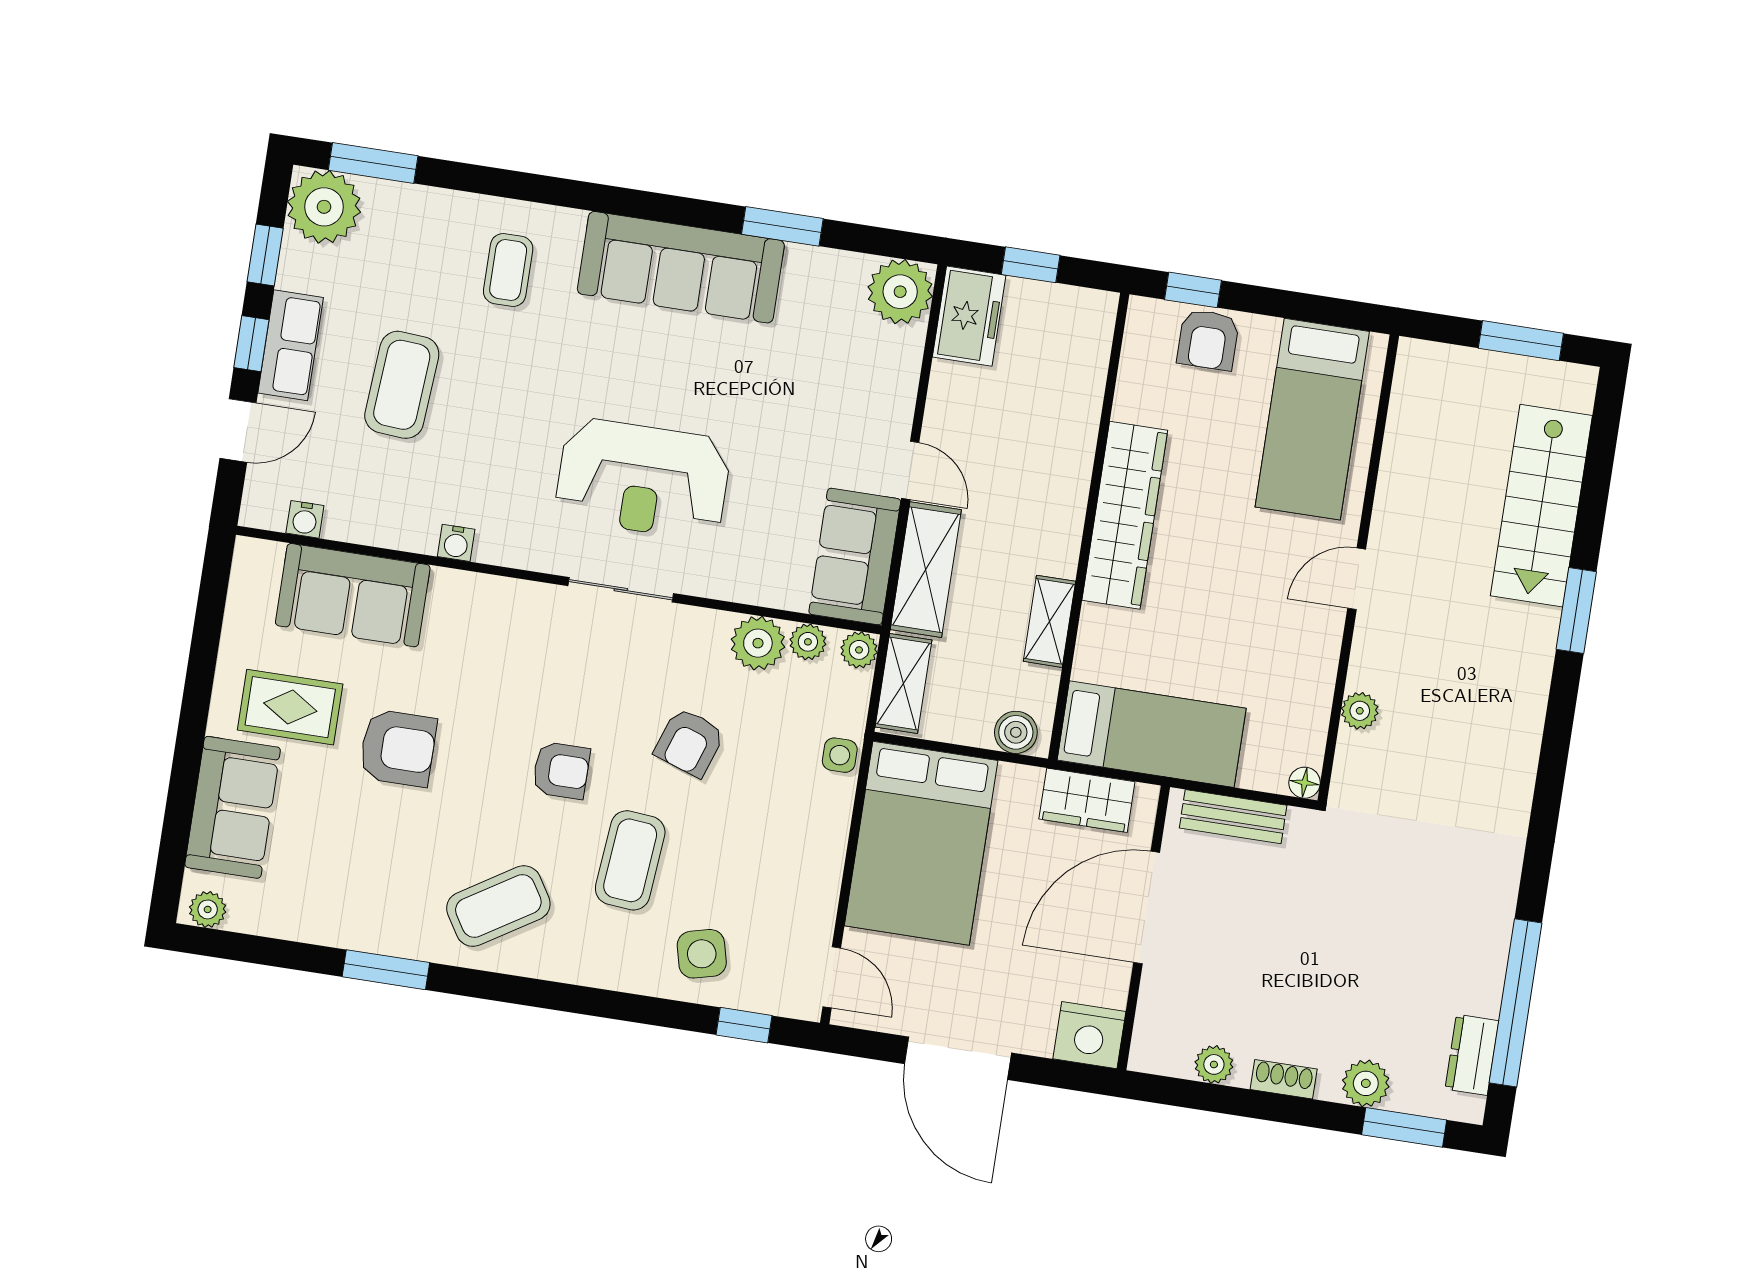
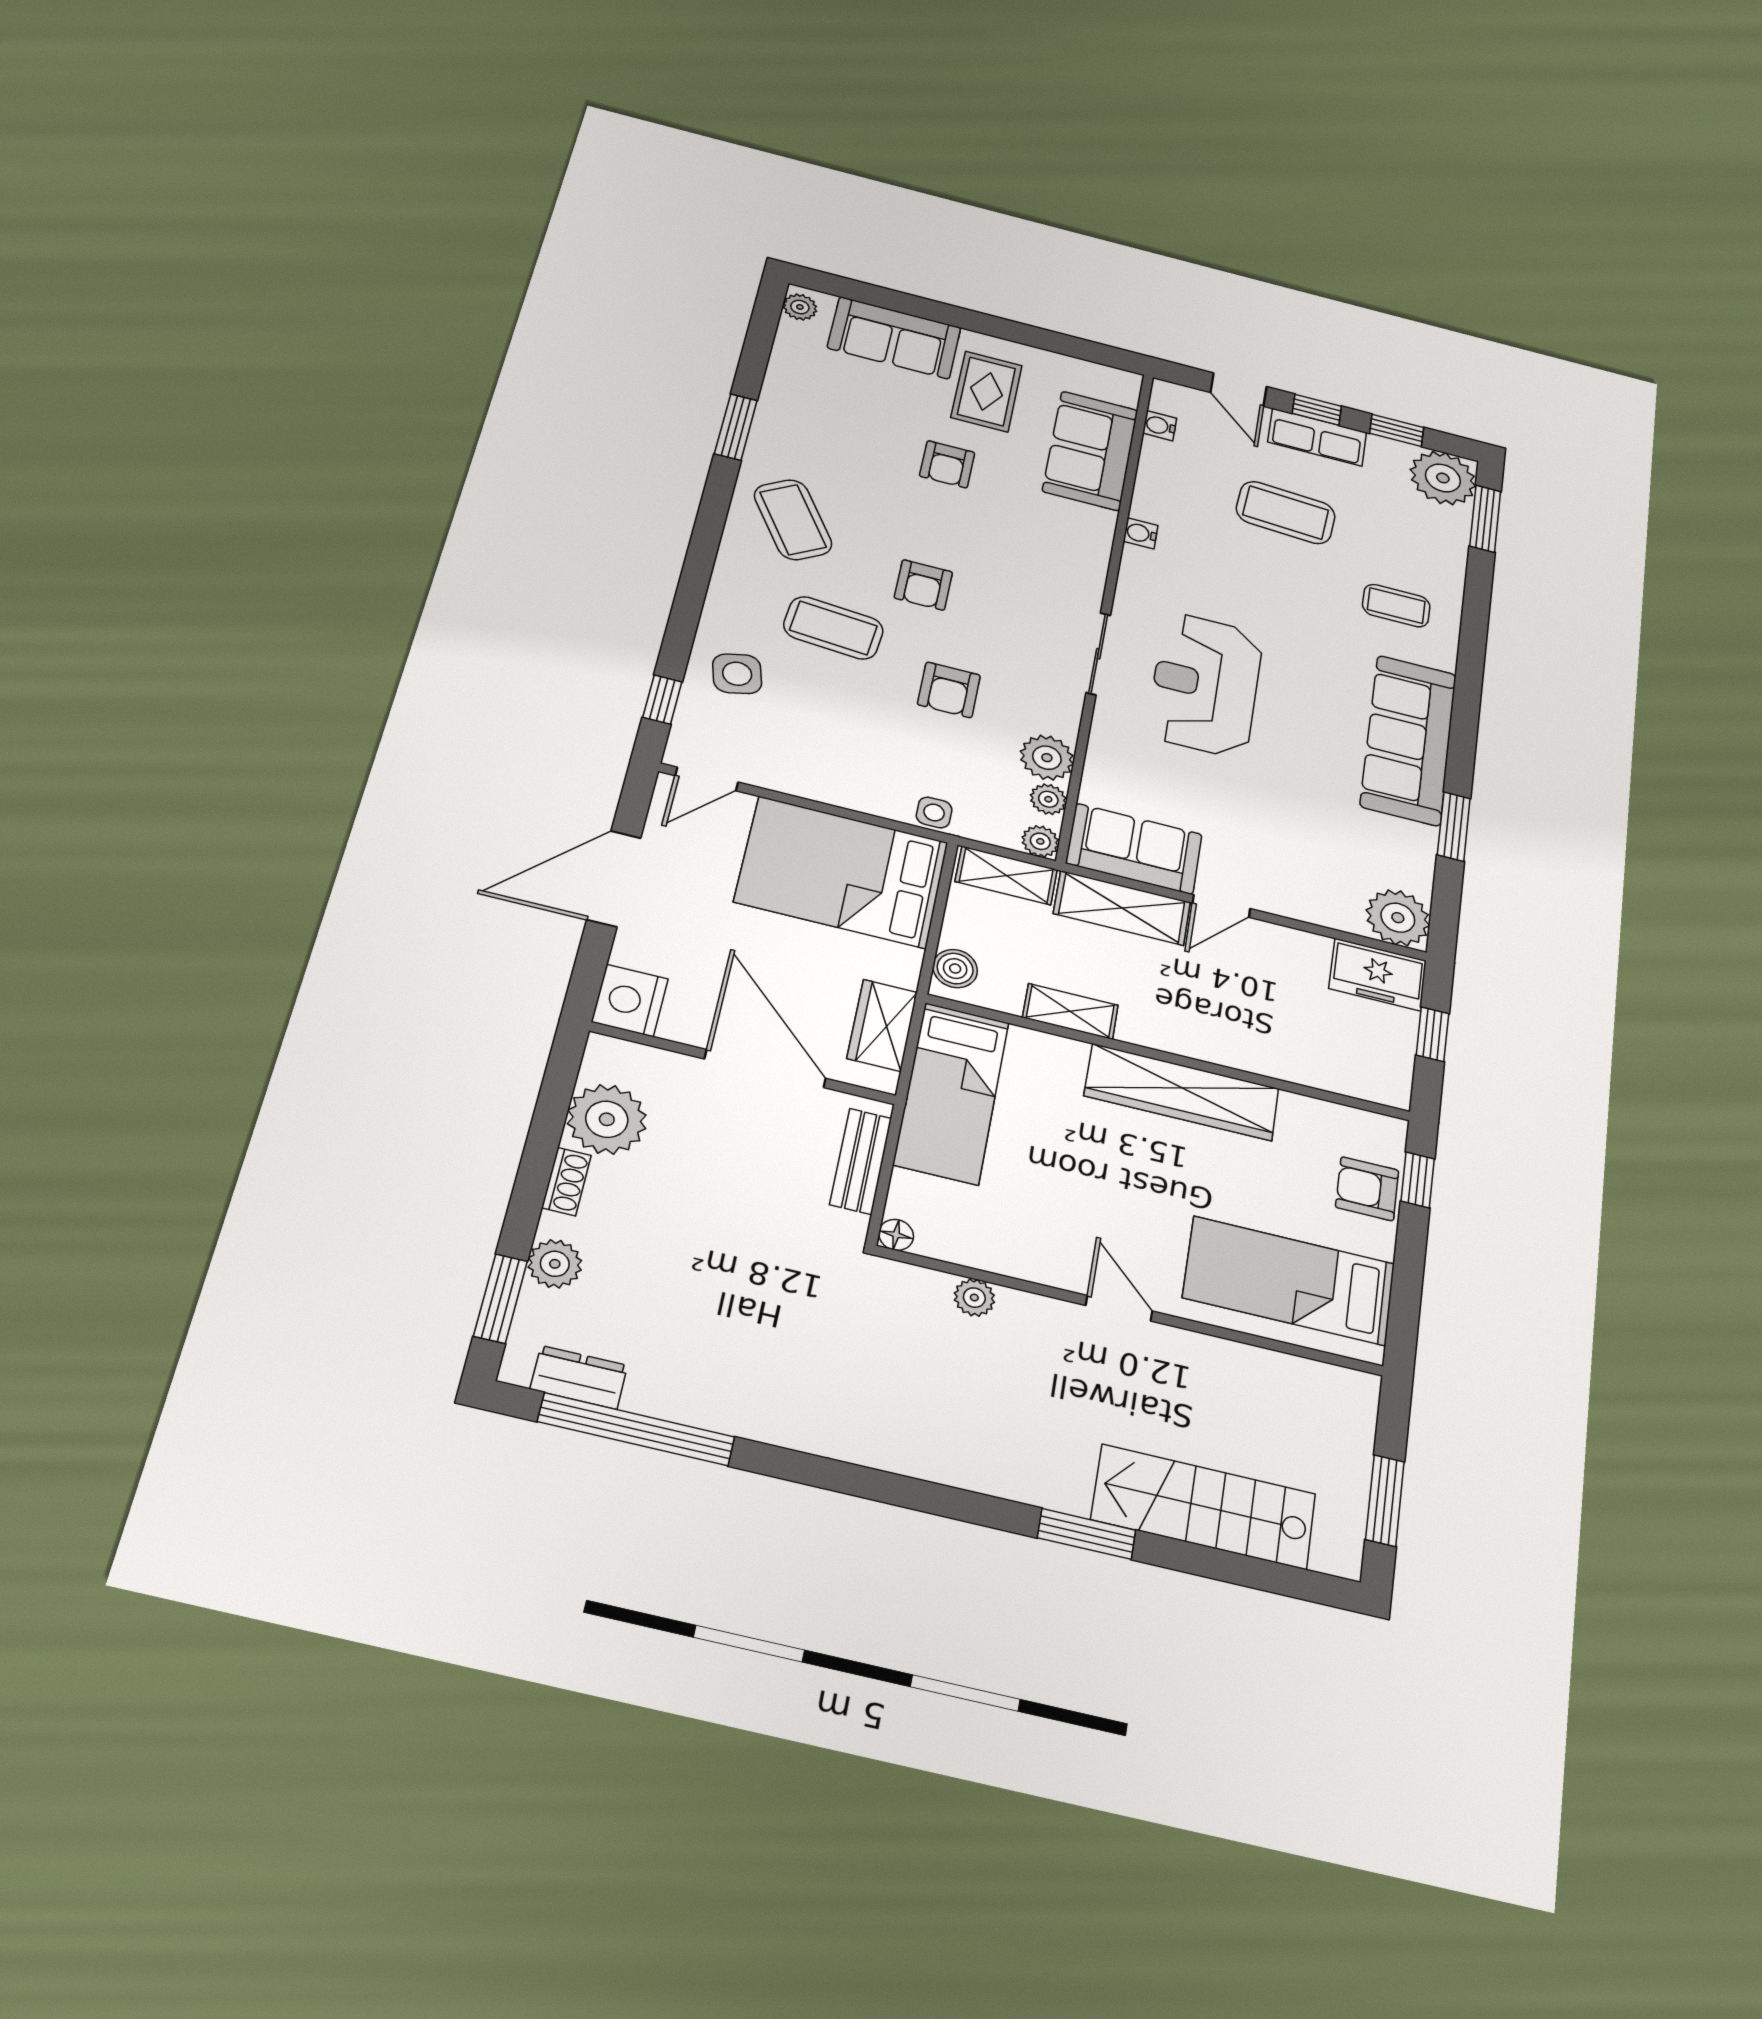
armchair: (689, 742) -> (949, 690), turned -109
armchair: (398, 748) -> (947, 464), width x0.72, depth x0.72
plant: (1214, 1064) -> (607, 1119), width x1.88, depth x1.88

